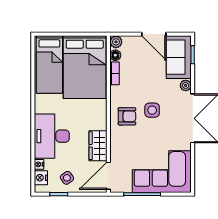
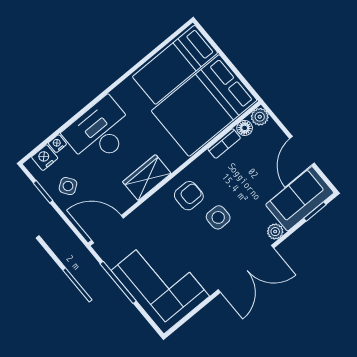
armchair: (127, 116) -> (189, 196), turned -90
wardrobe: (98, 146) -> (147, 178), moved

